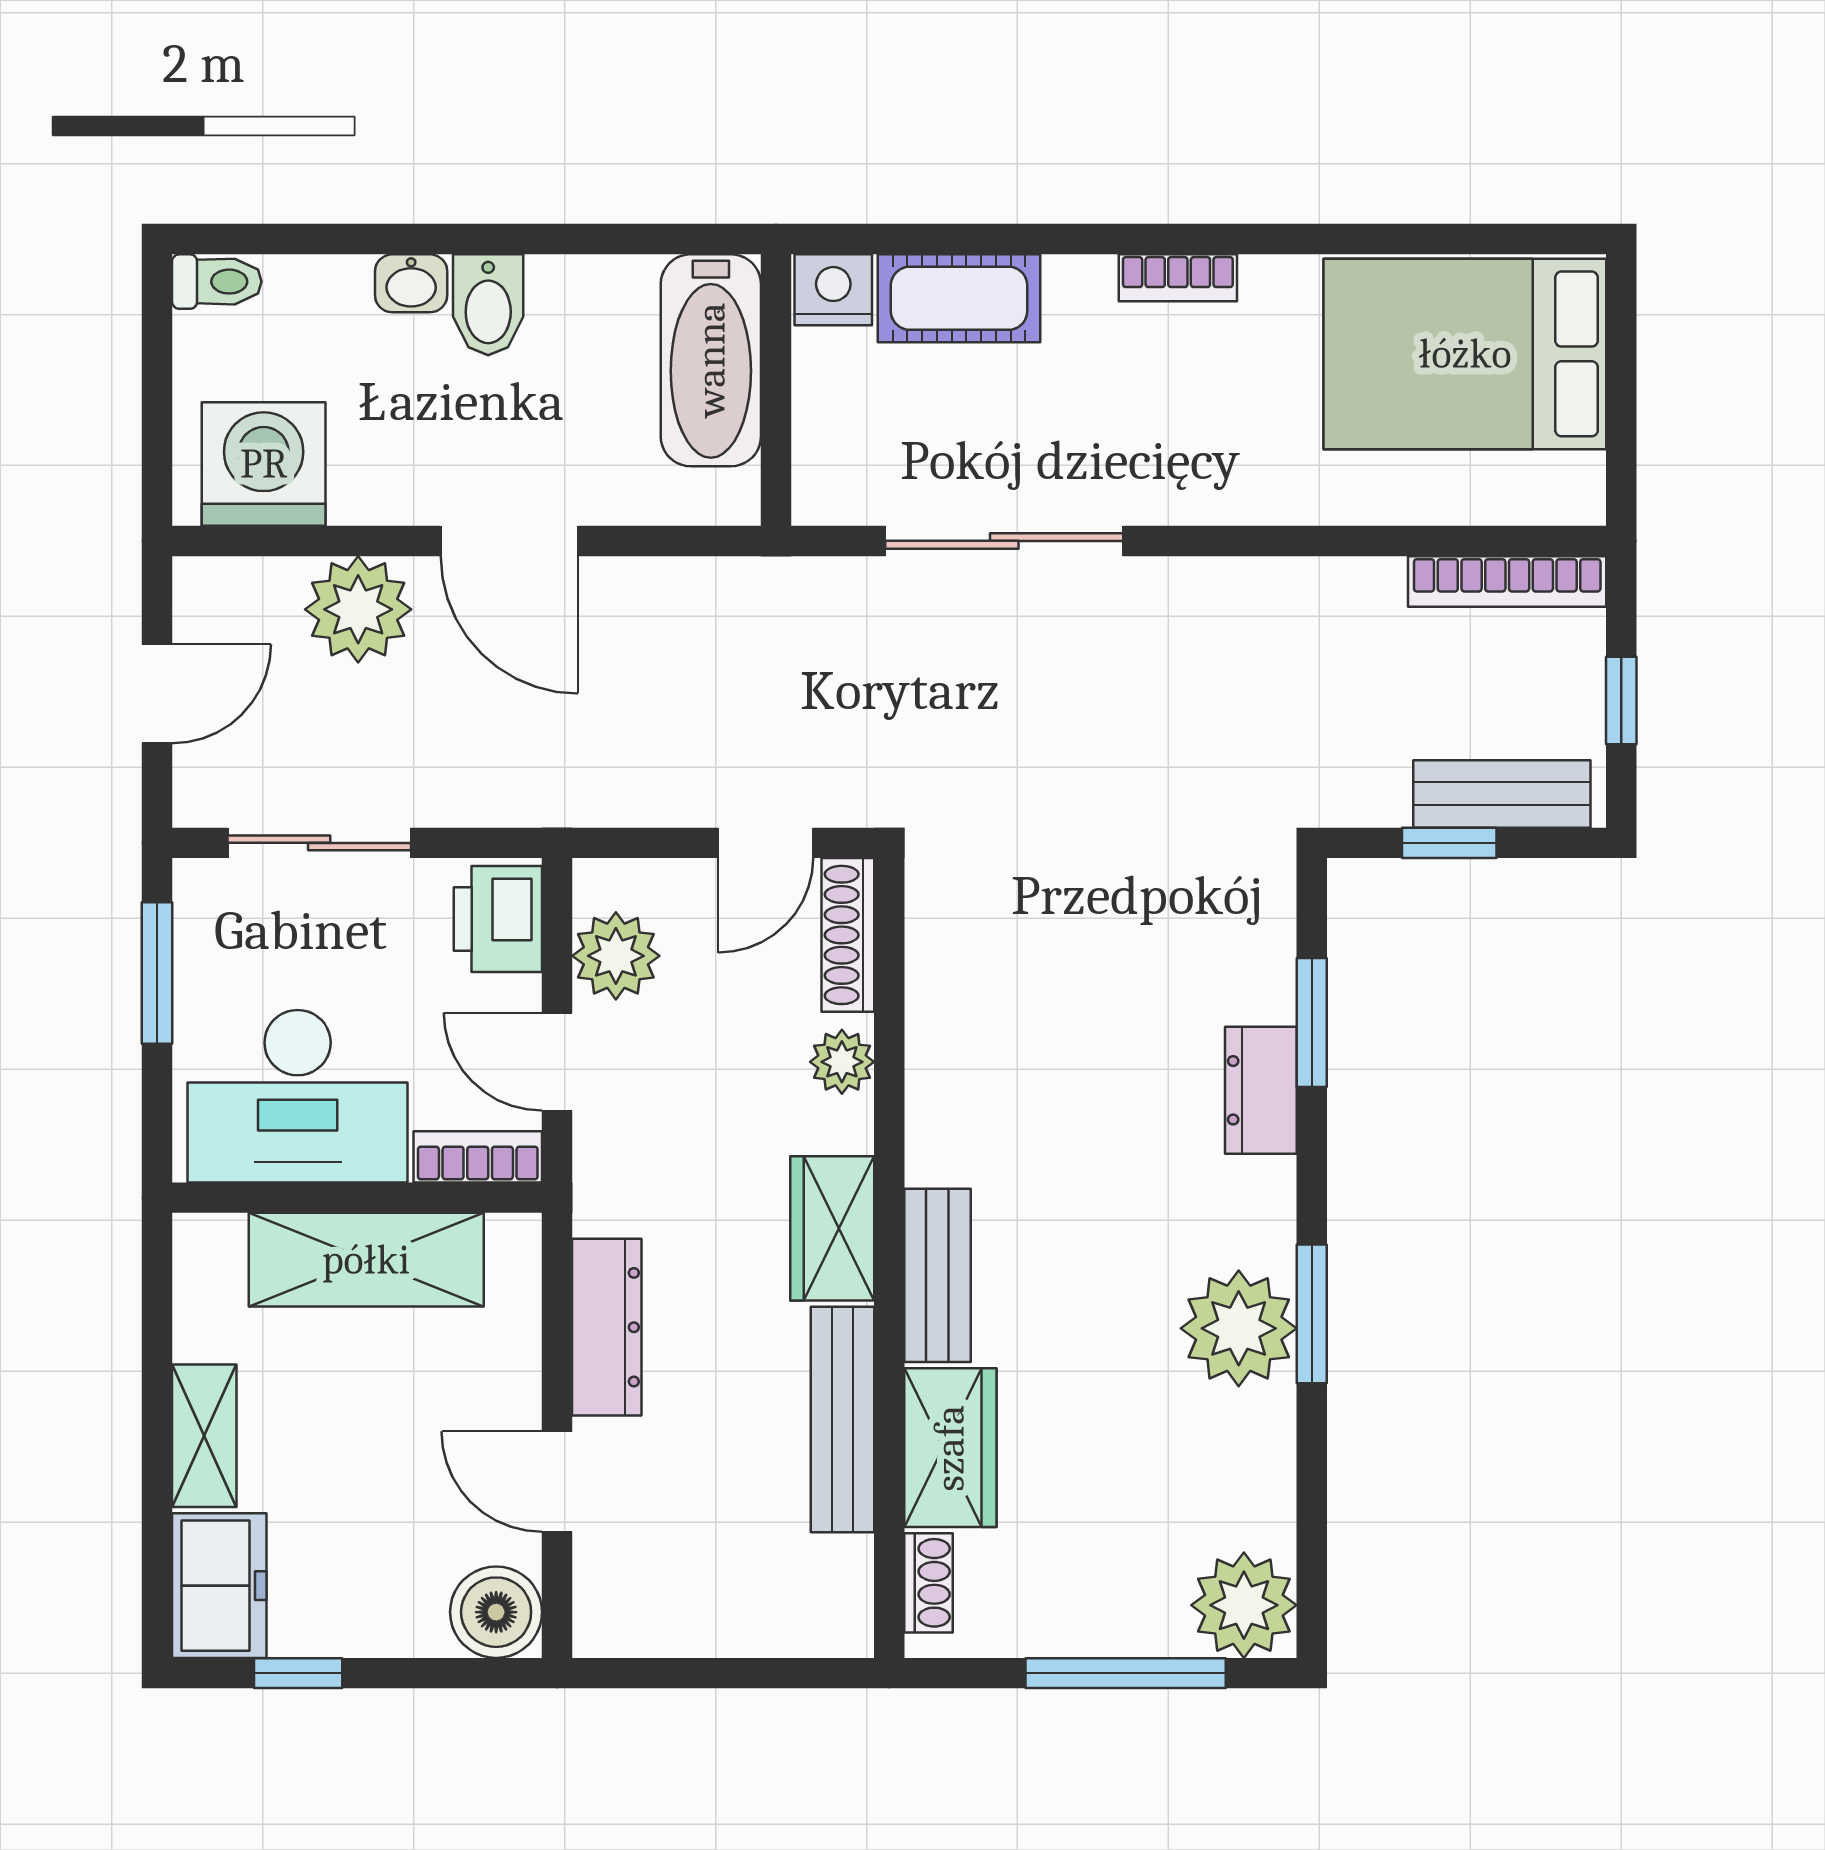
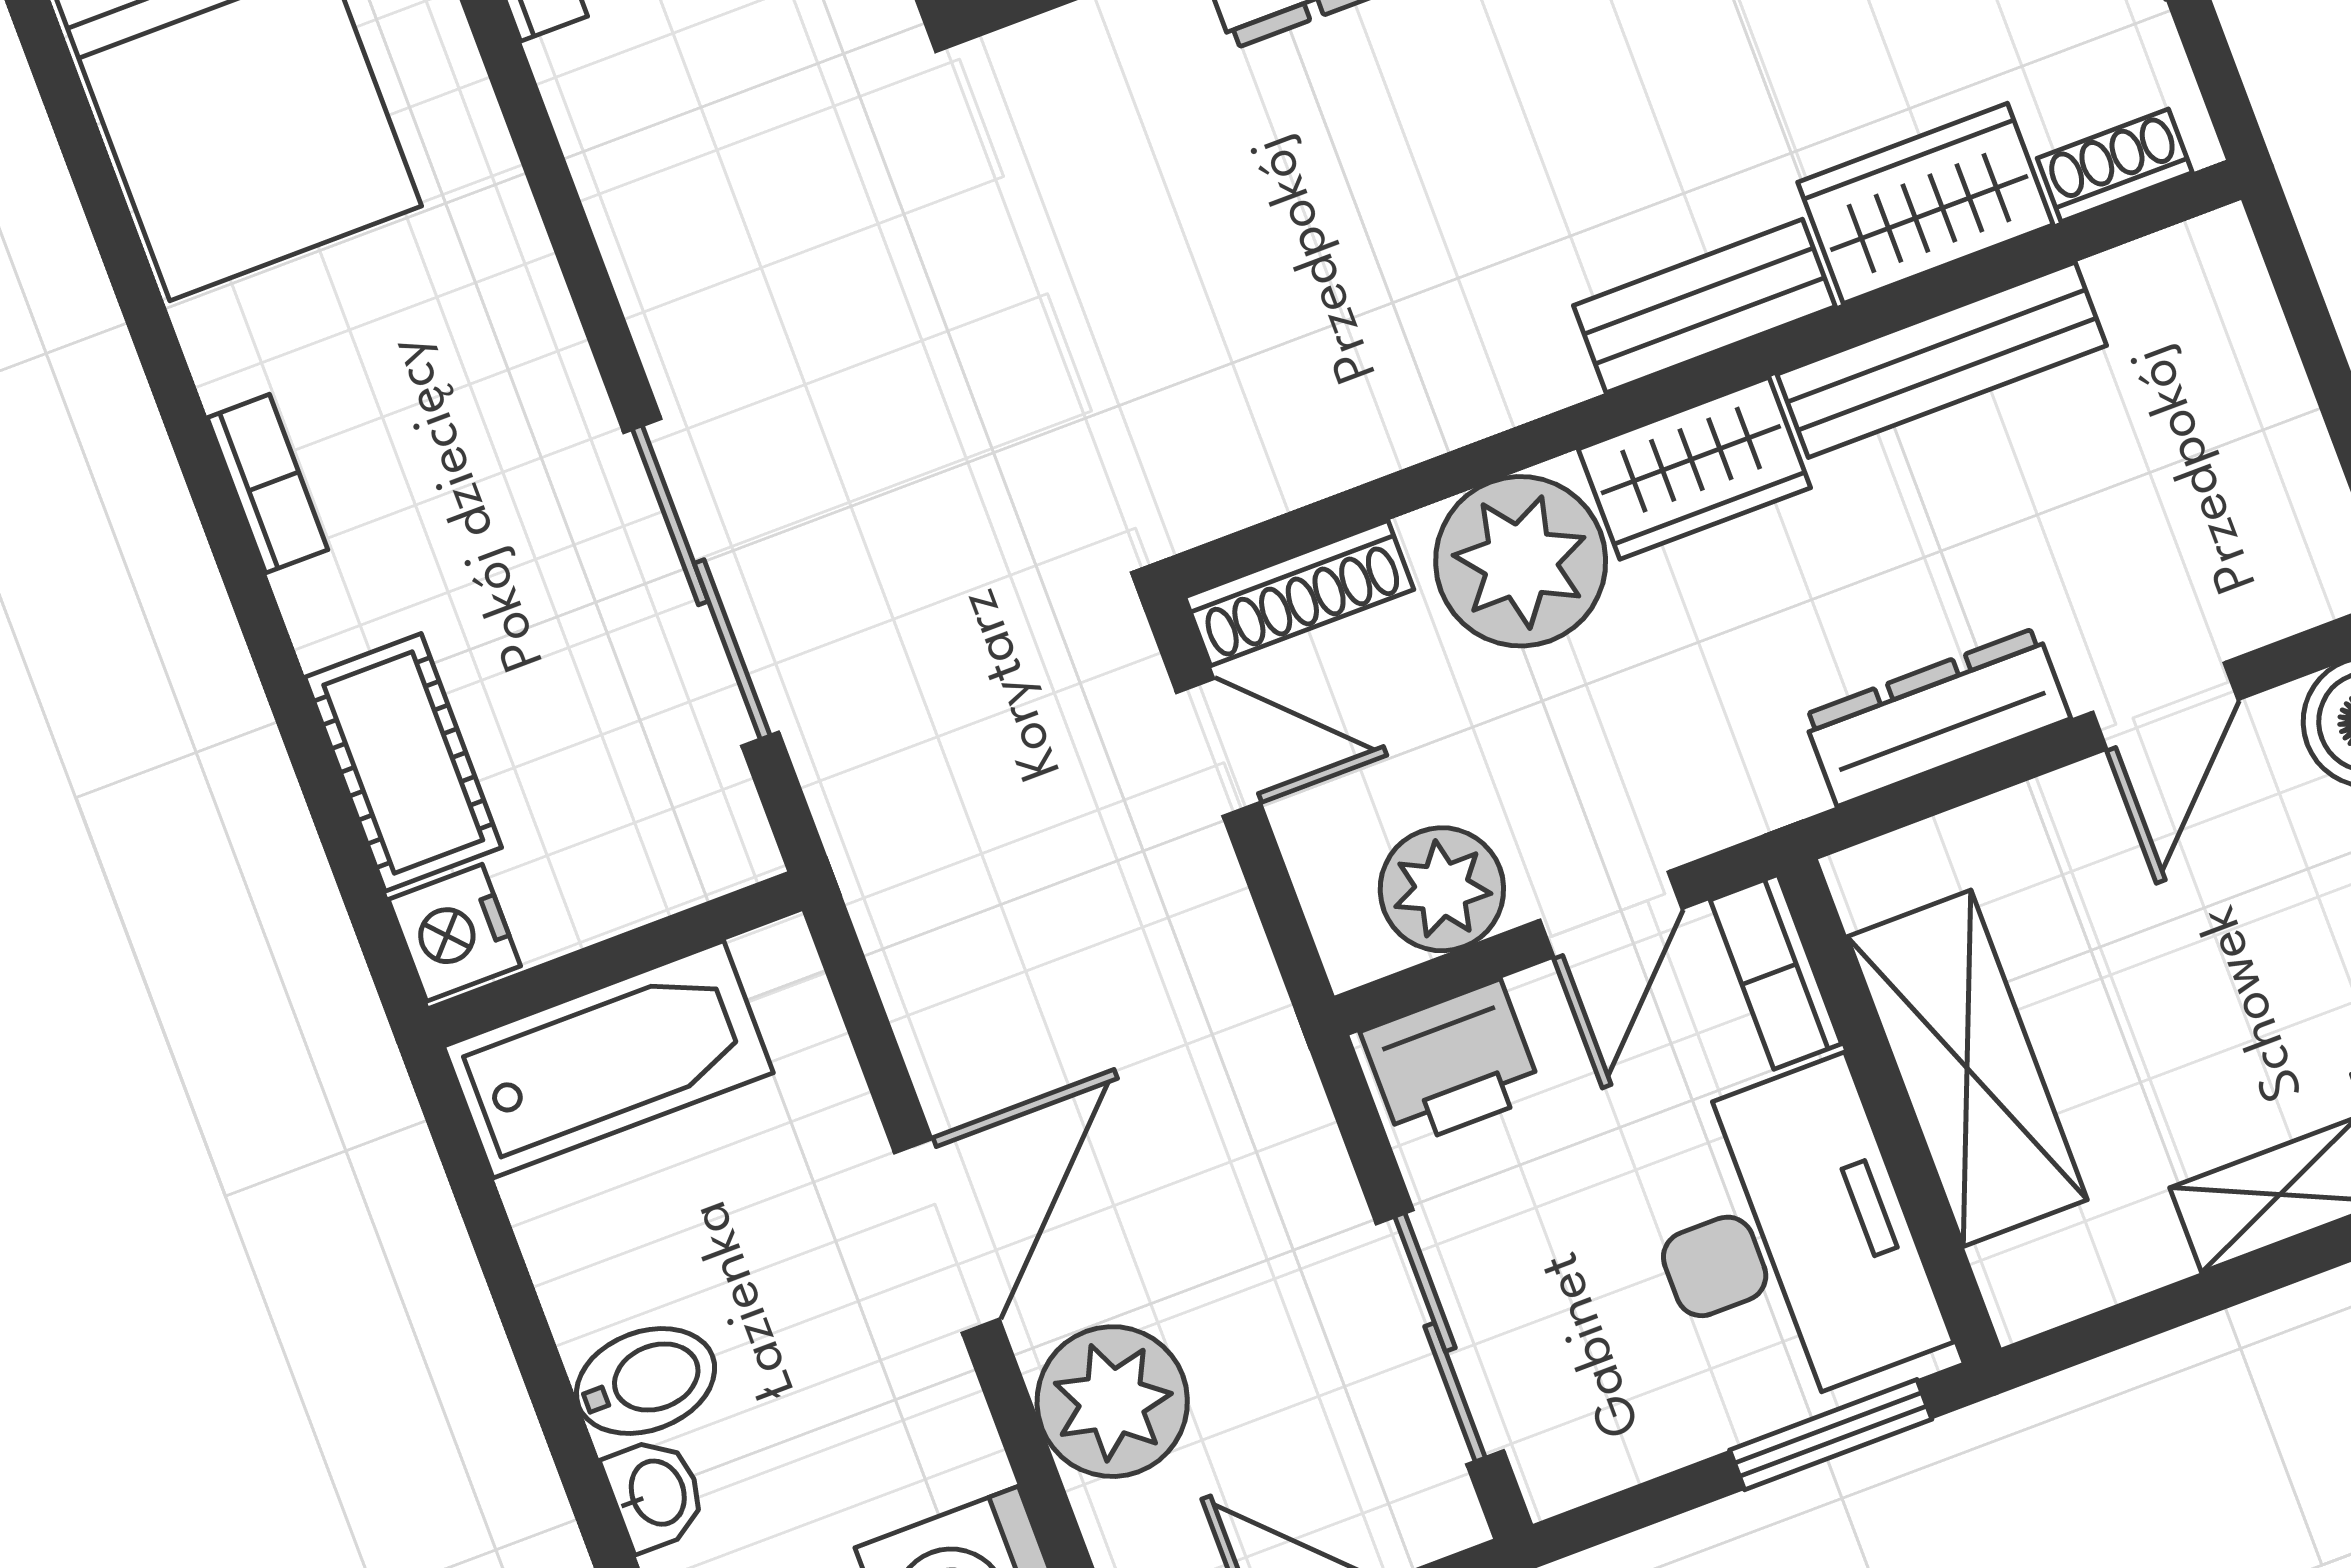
window: (157, 973) -> (1831, 1435), moved
plant: (842, 1062) -> (1521, 561), width x1.88, depth x1.88

